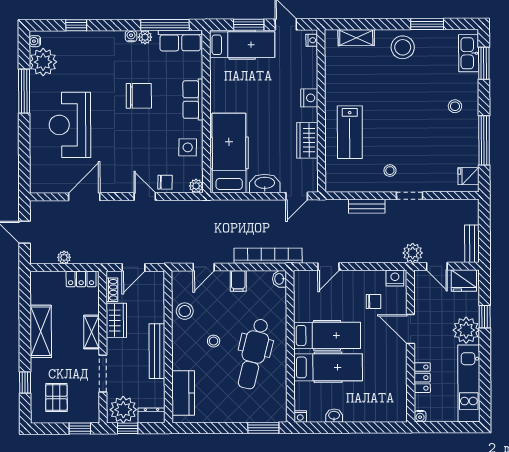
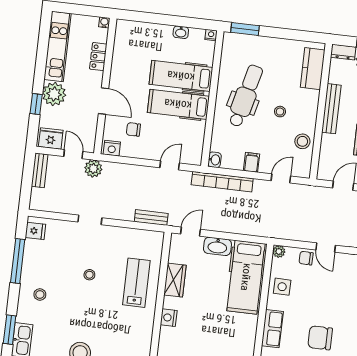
stool: (390, 171) -> (89, 275), moved
bench: (367, 206) -> (151, 218), moved

